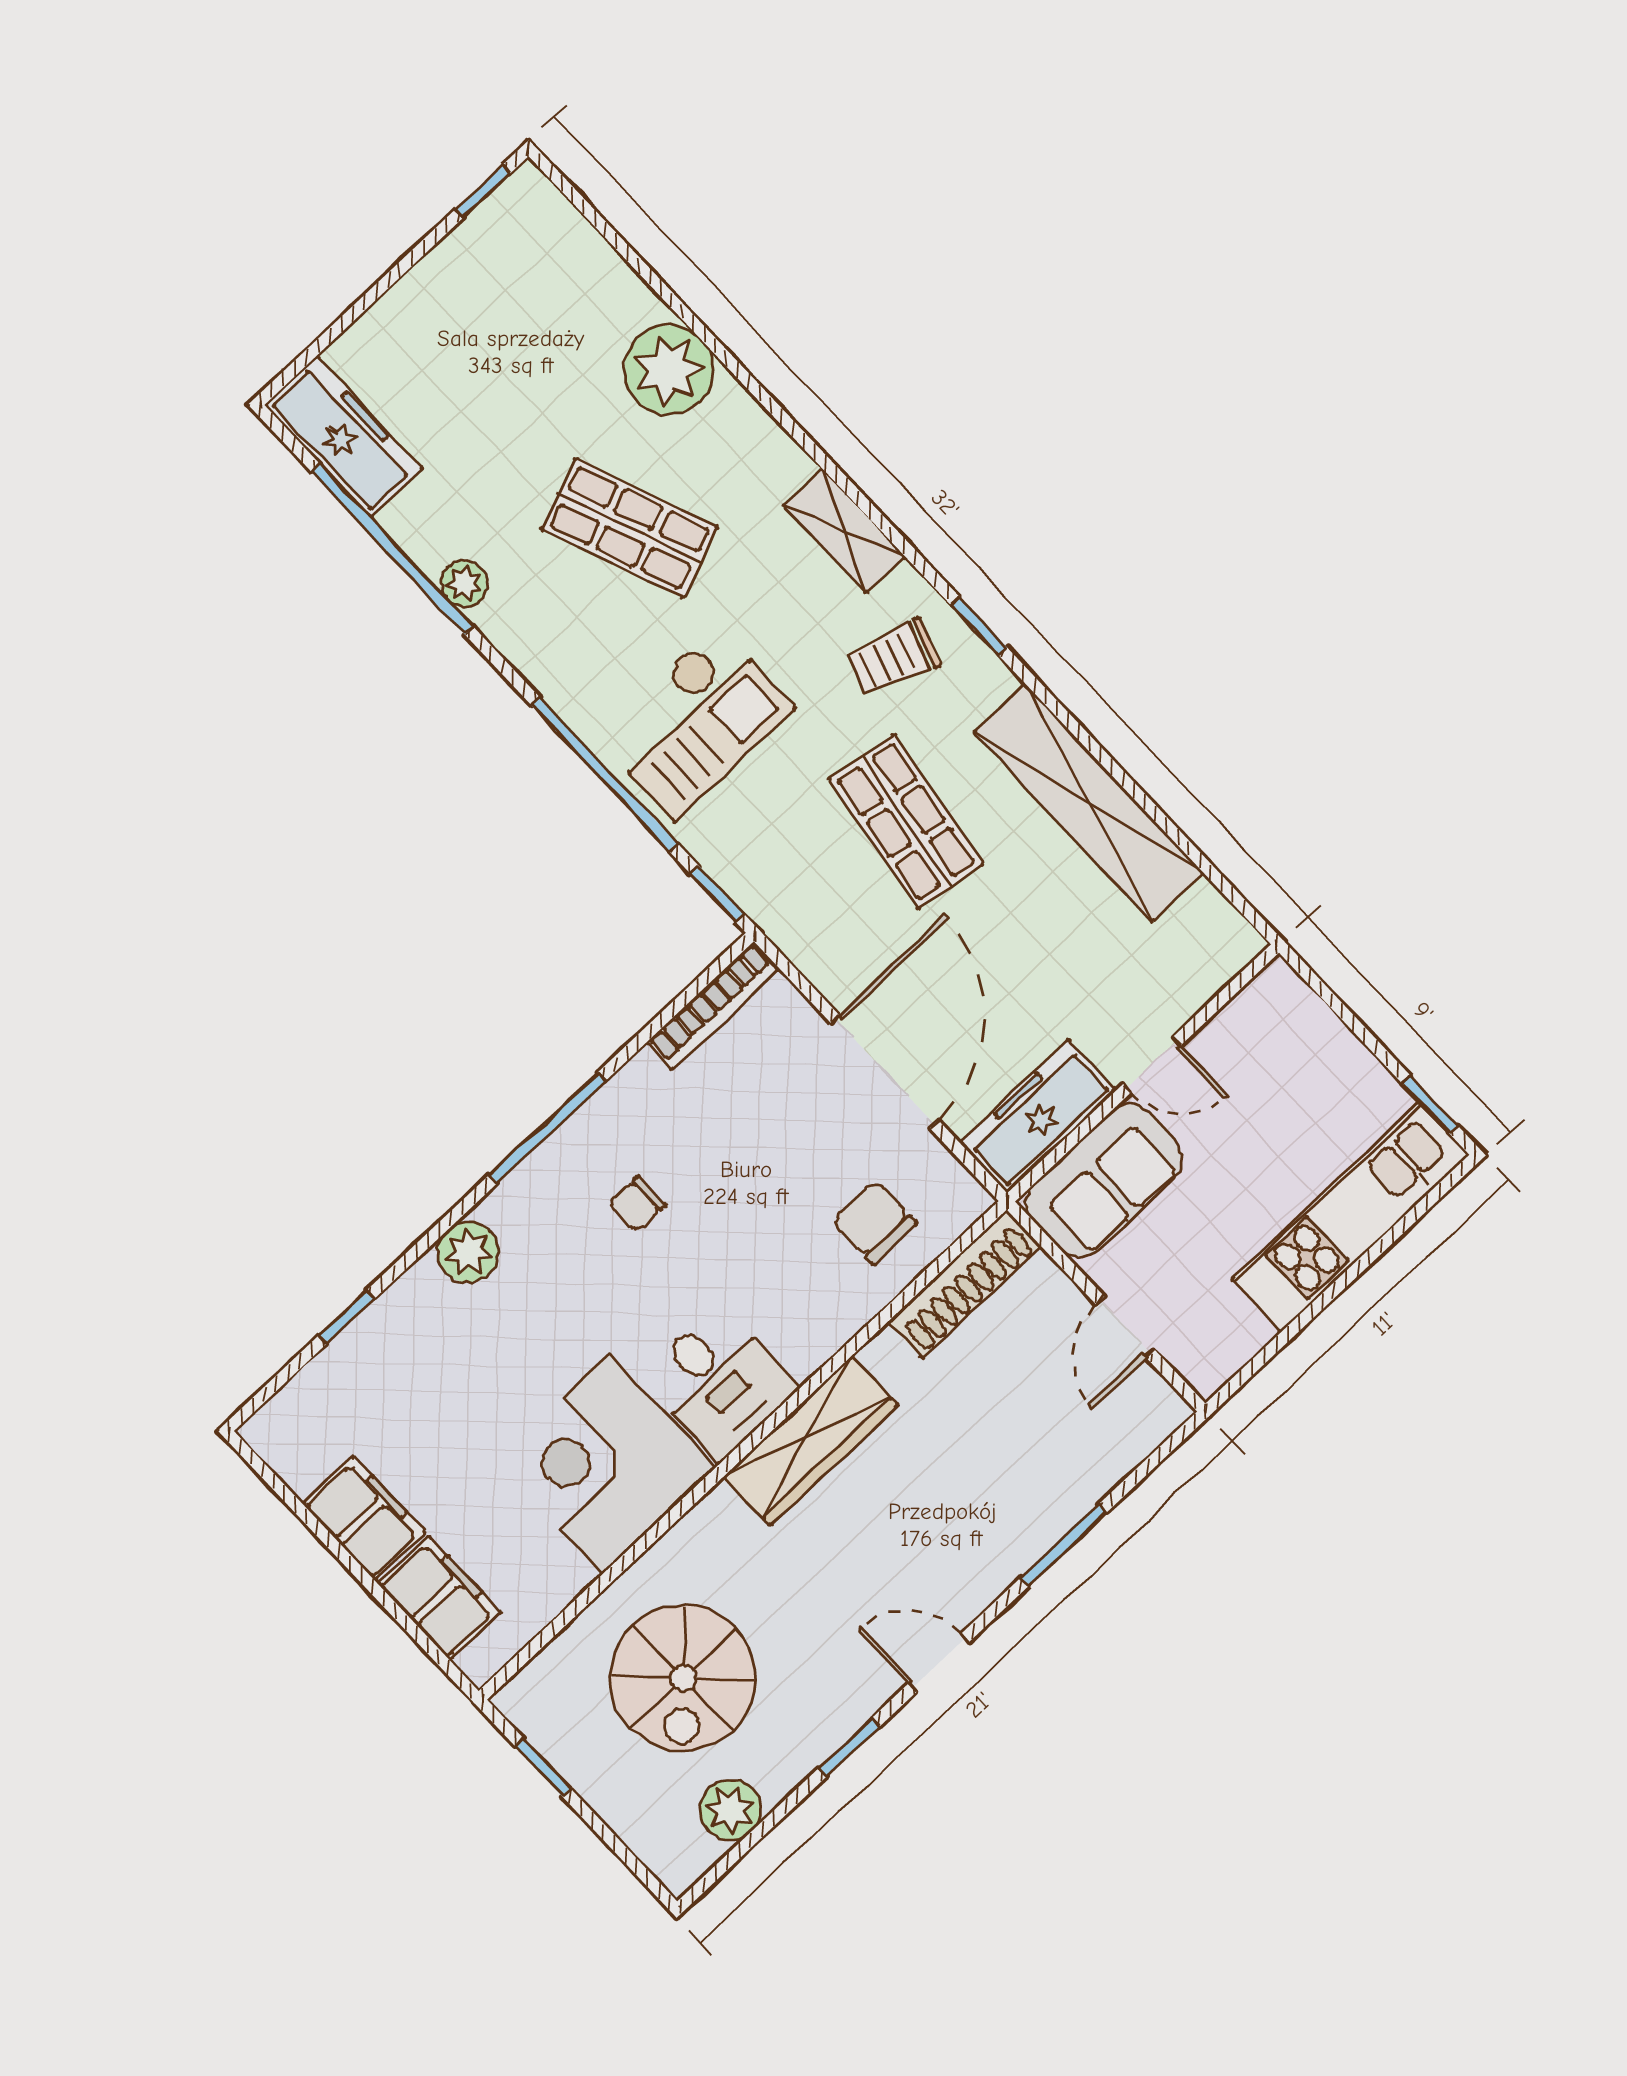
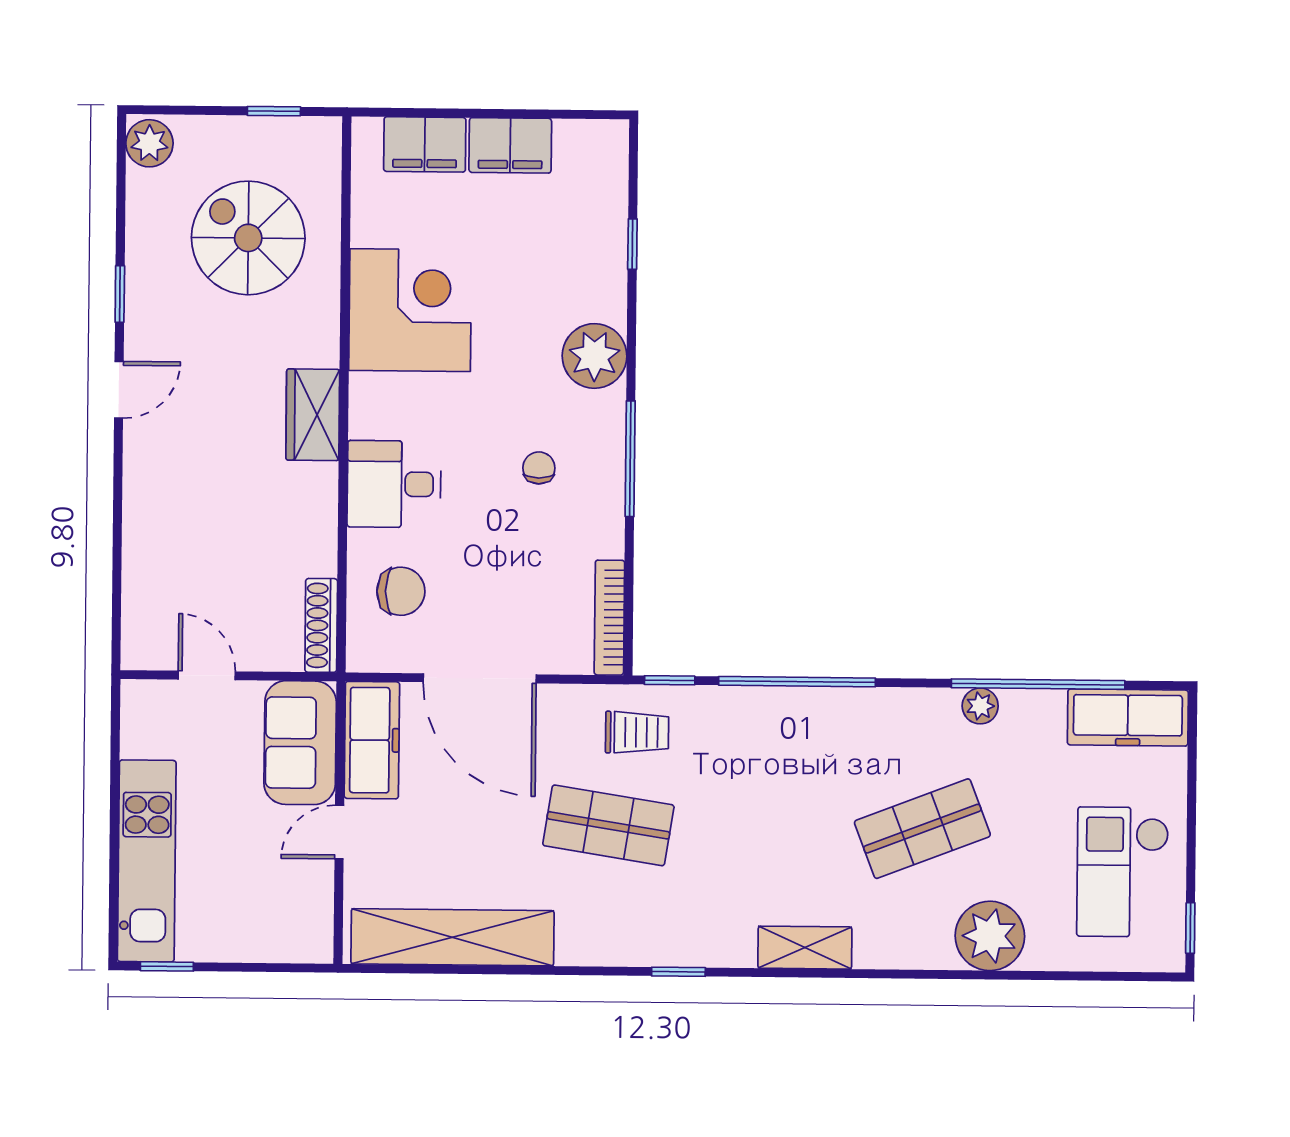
trolley: (893, 658) -> (637, 732), moved, turned 71
checkout: (695, 723) -> (1123, 872), moved
shelving: (1089, 803) -> (452, 937), moved
plant: (468, 1252) -> (595, 356), width x1.36, depth x1.36
shoe rack: (964, 1284) -> (321, 625), width x0.74, depth x0.81
desk: (719, 1383) -> (394, 484), moved
wardrobe: (811, 1441) -> (313, 415), width x0.67
window: (1064, 1545) -> (117, 523), removed
plant: (730, 1810) -> (149, 143), moved

